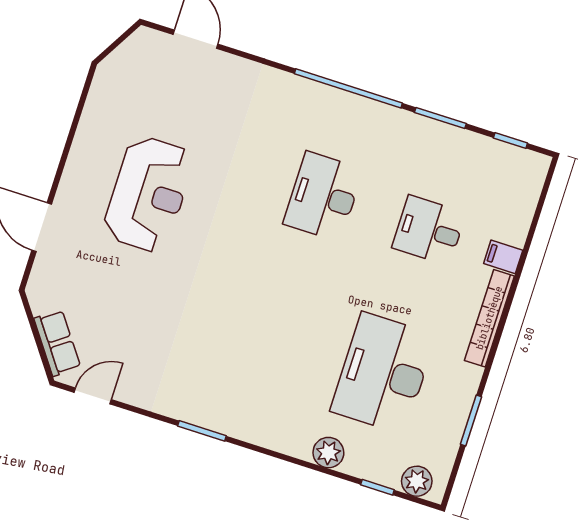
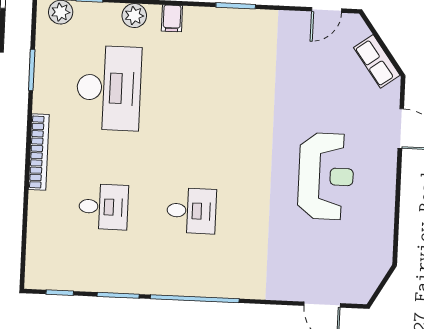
reception desk: (148, 194) -> (326, 176), turned 180
desk: (323, 196) -> (191, 211), width x0.73
filing cabinet: (503, 257) -> (172, 18), moved, turned 90
row of seats: (57, 343) -> (377, 61), moved

